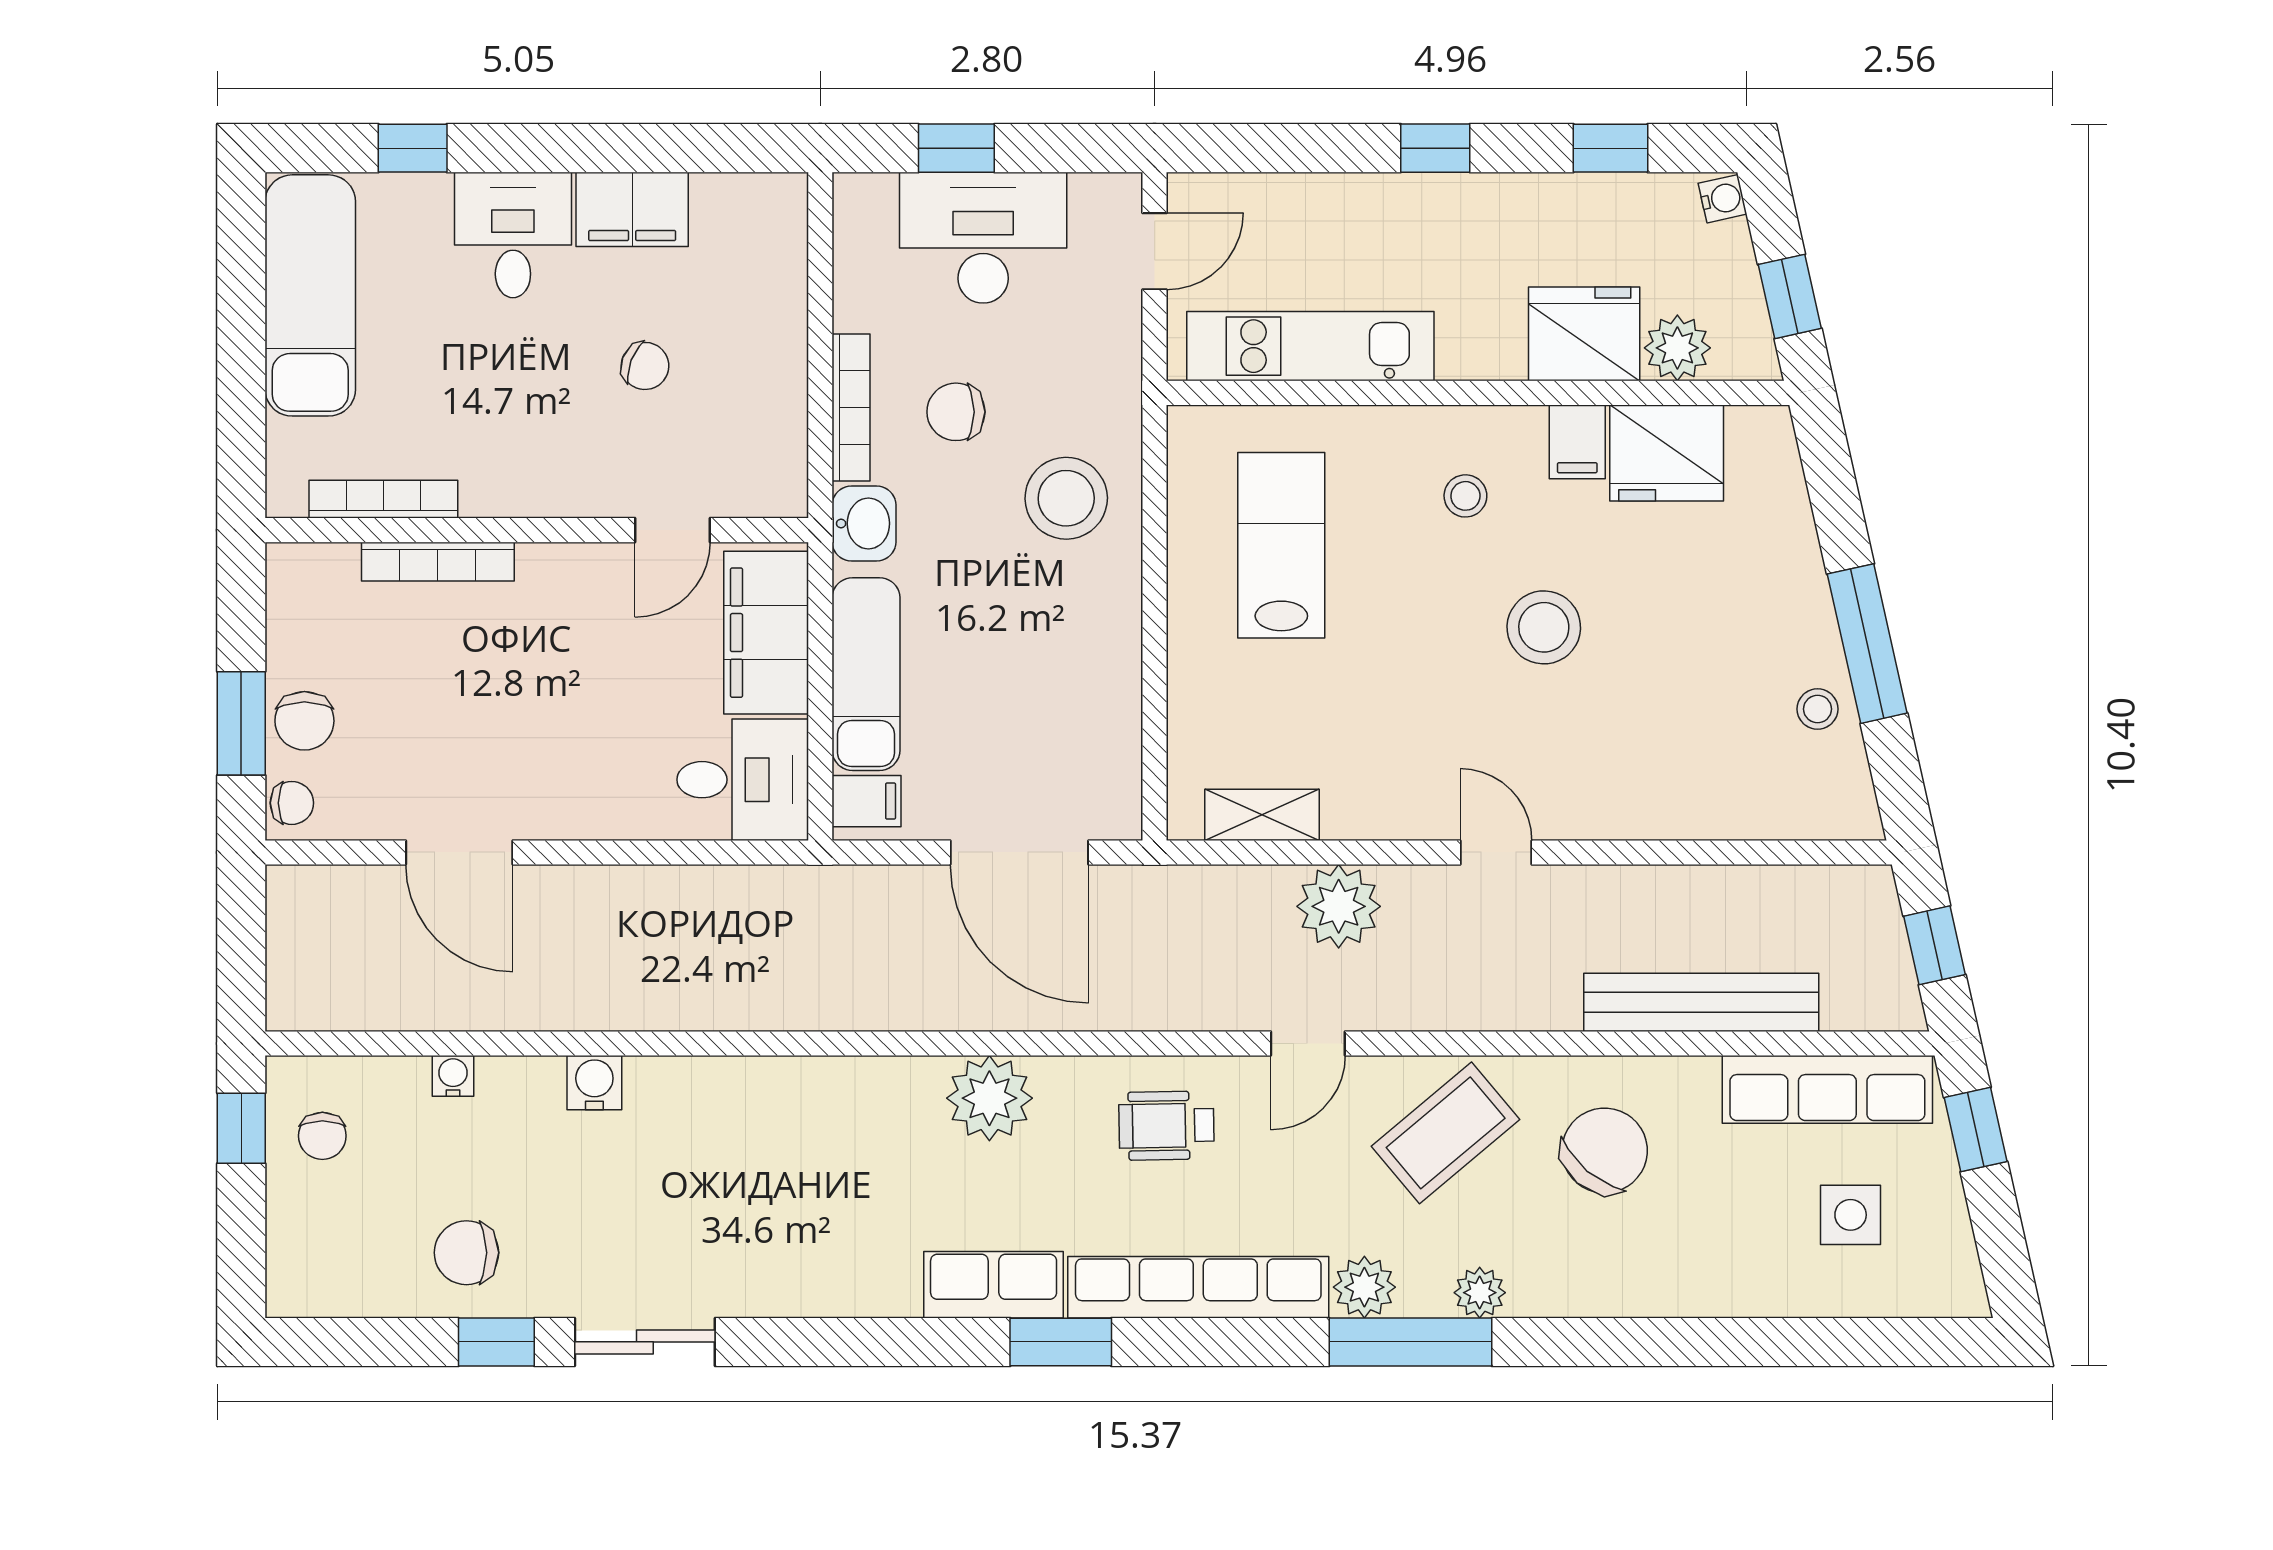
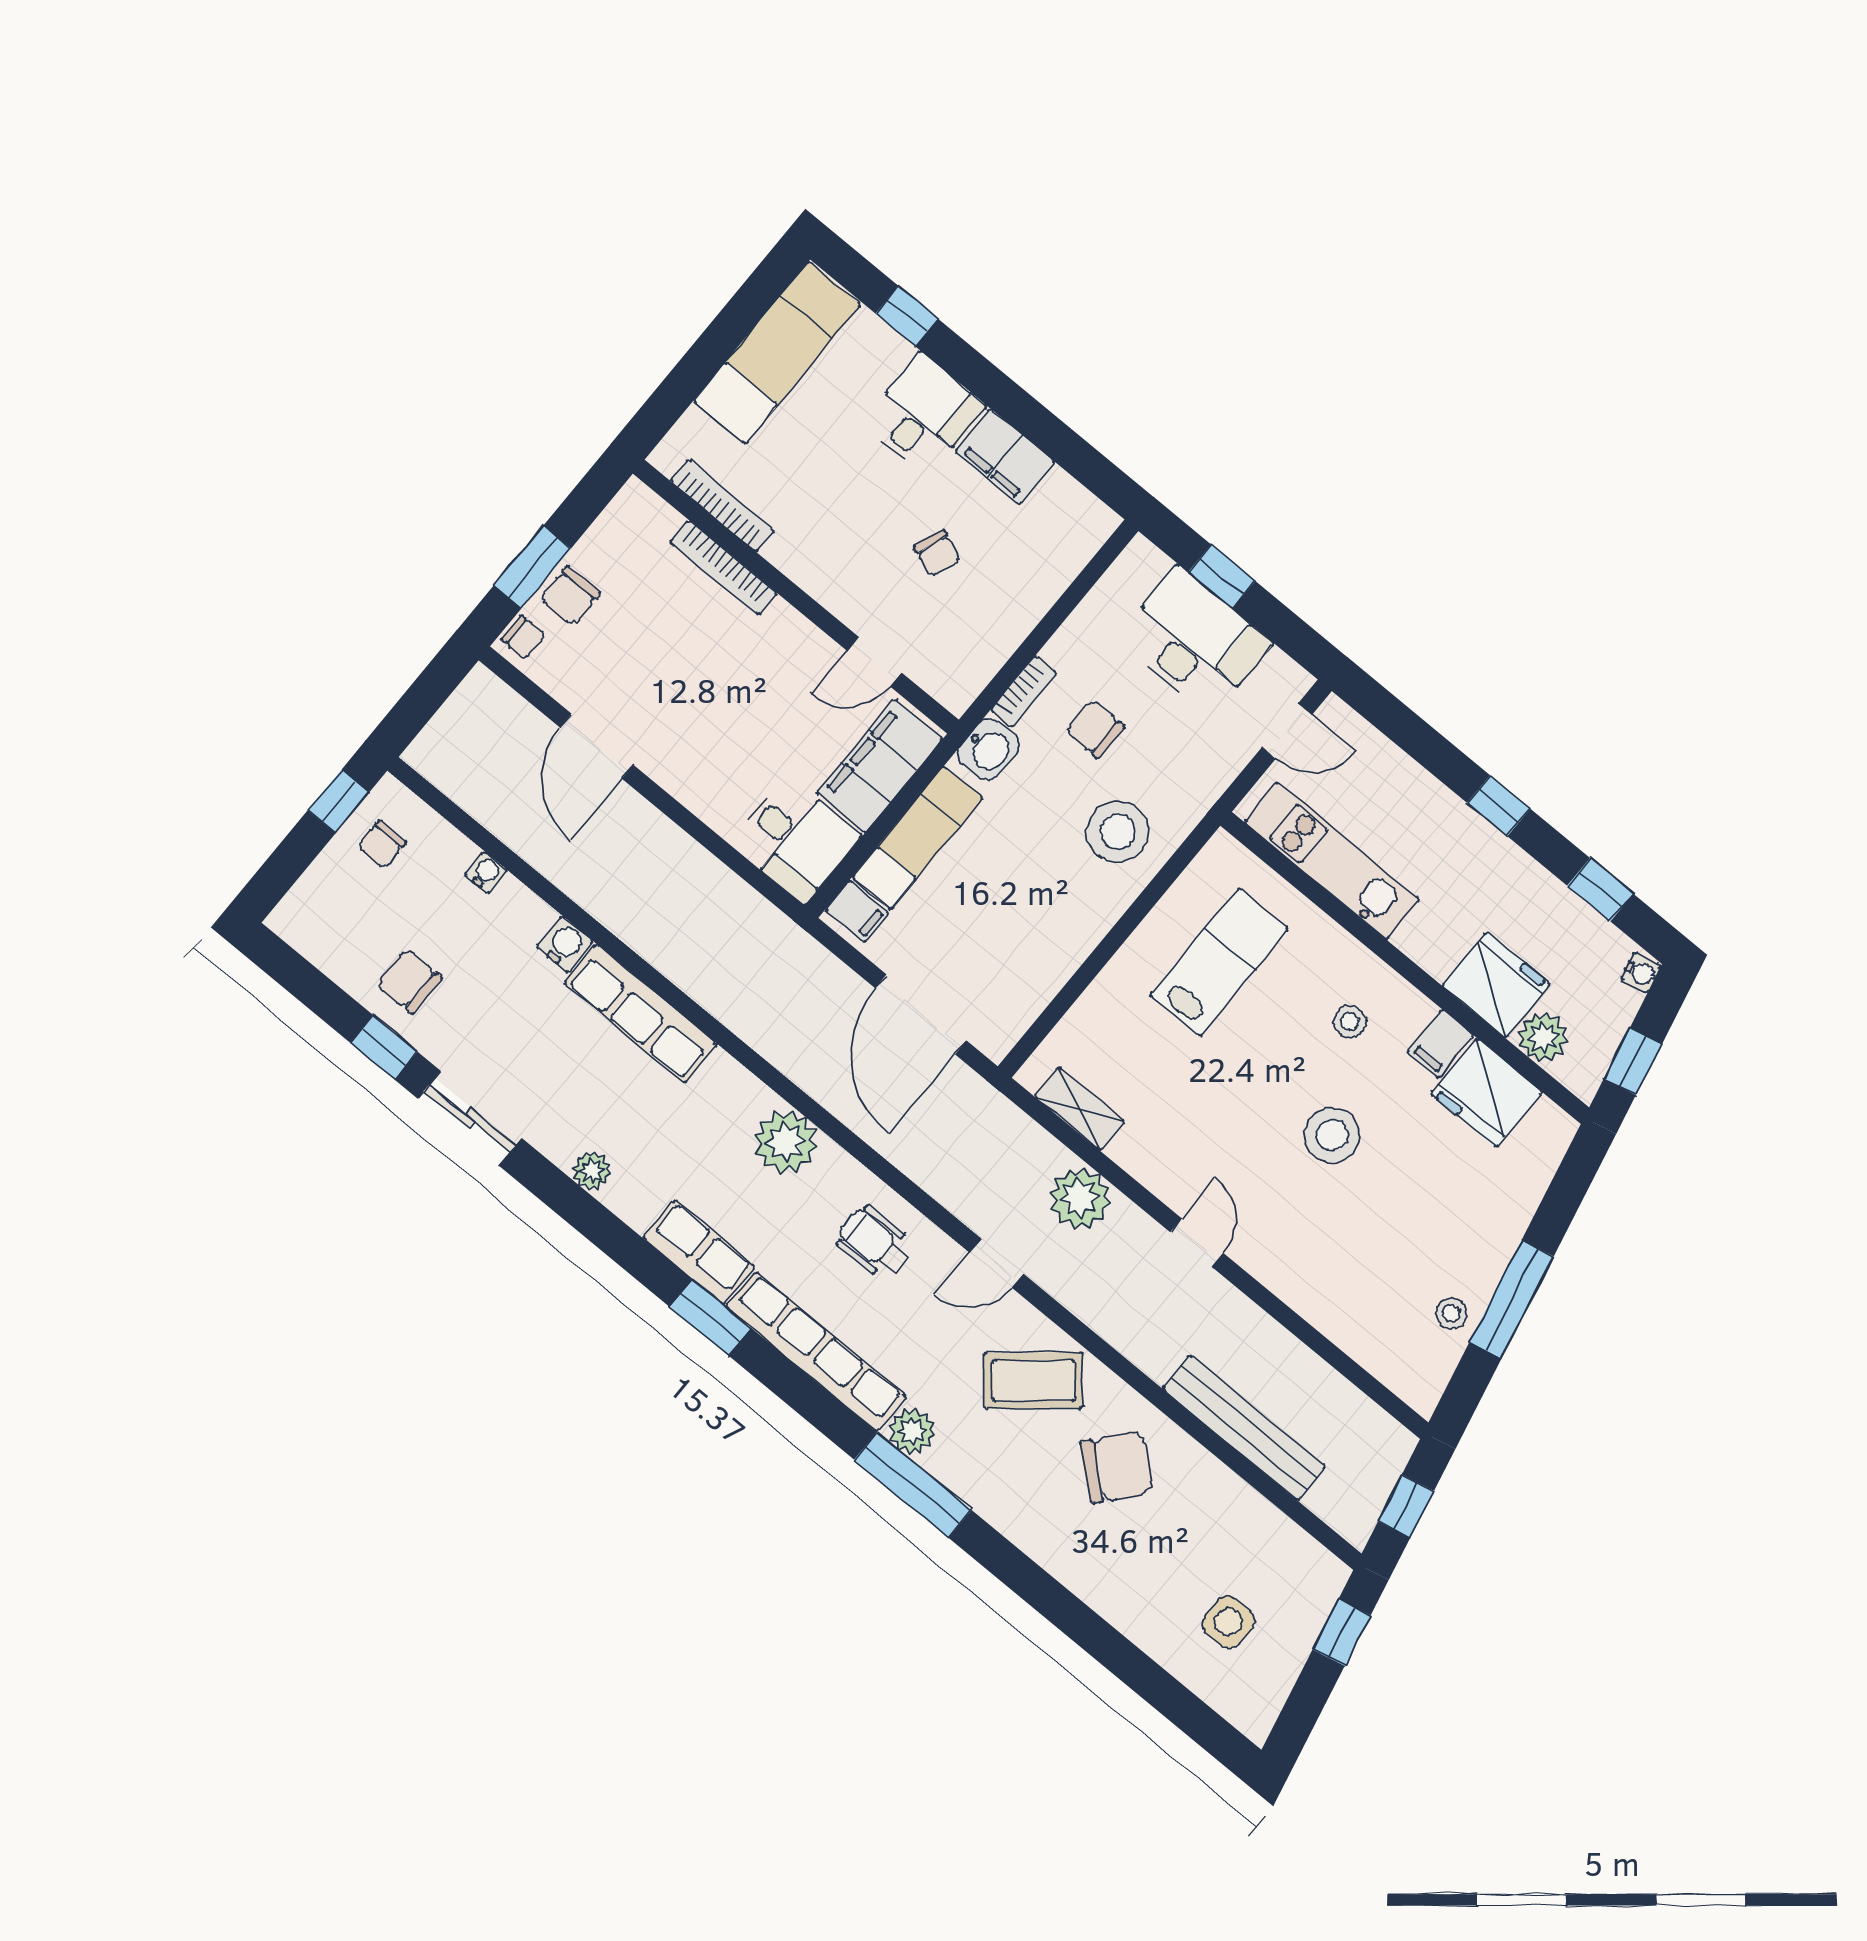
bookcase: (851, 408) -> (1024, 692), width x0.64
row of seats: (1827, 1089) -> (641, 1014), moved
plant: (1480, 1293) -> (592, 1171), moved

